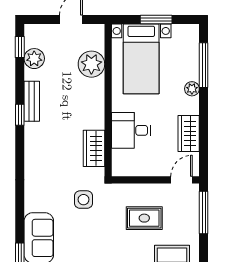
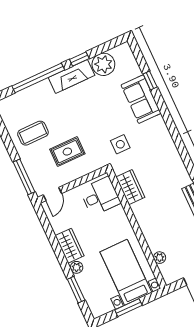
plant: (91, 64) -> (160, 258), width x0.53, depth x0.53
window: (204, 65) -> (76, 290), width x0.69
desk: (131, 130) -> (100, 196), moved
wardrobe: (189, 133) -> (70, 246), moved

